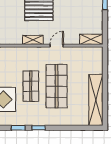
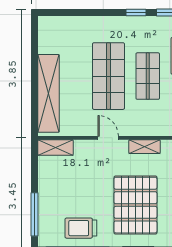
door: (57, 46) -> (108, 138), swing flipped
shelving: (96, 100) -> (49, 93), moved

